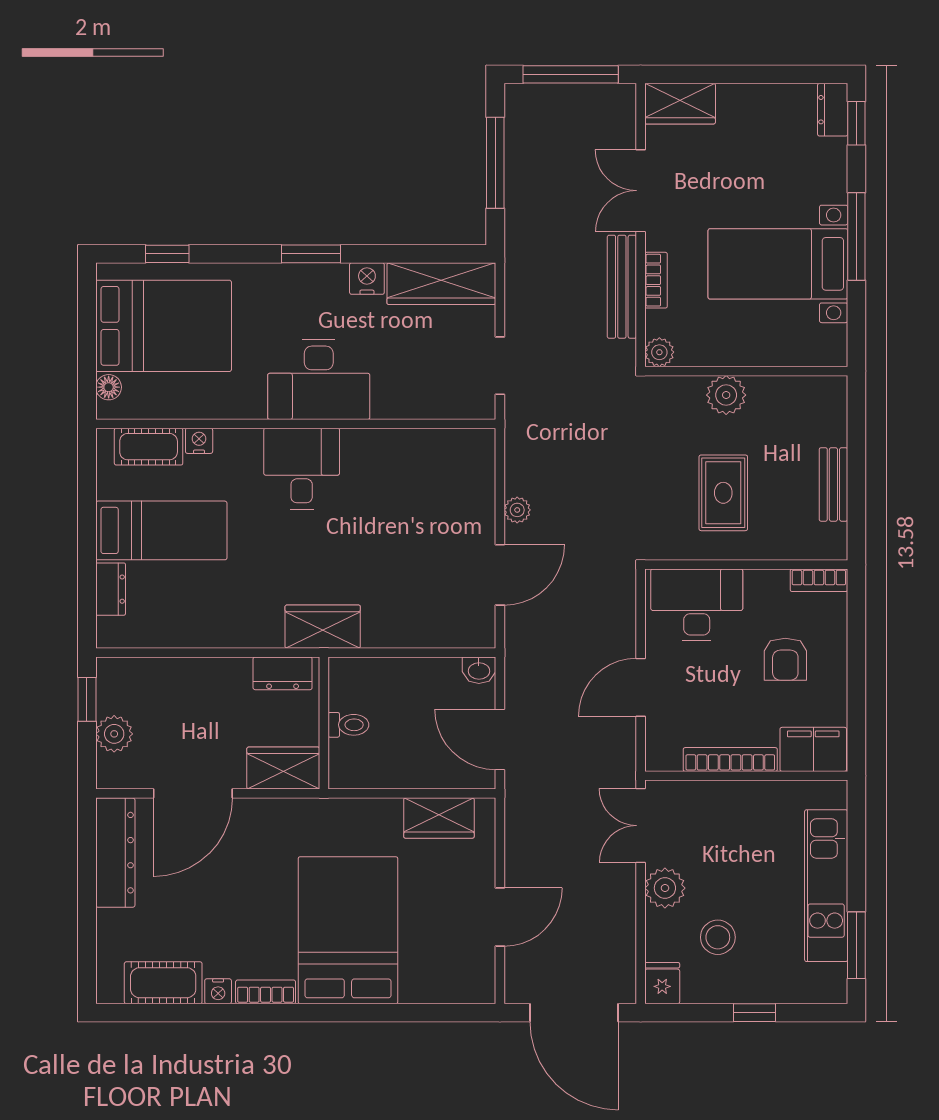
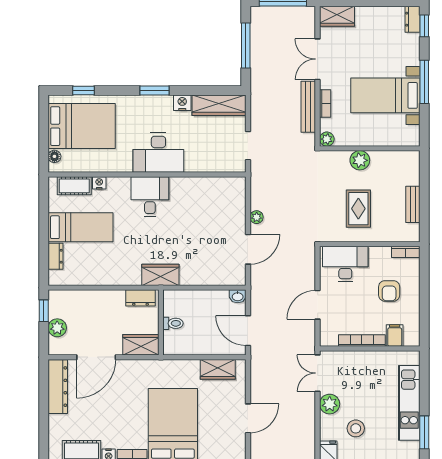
filing cabinet: (813, 749) -> (395, 335), width x0.50

